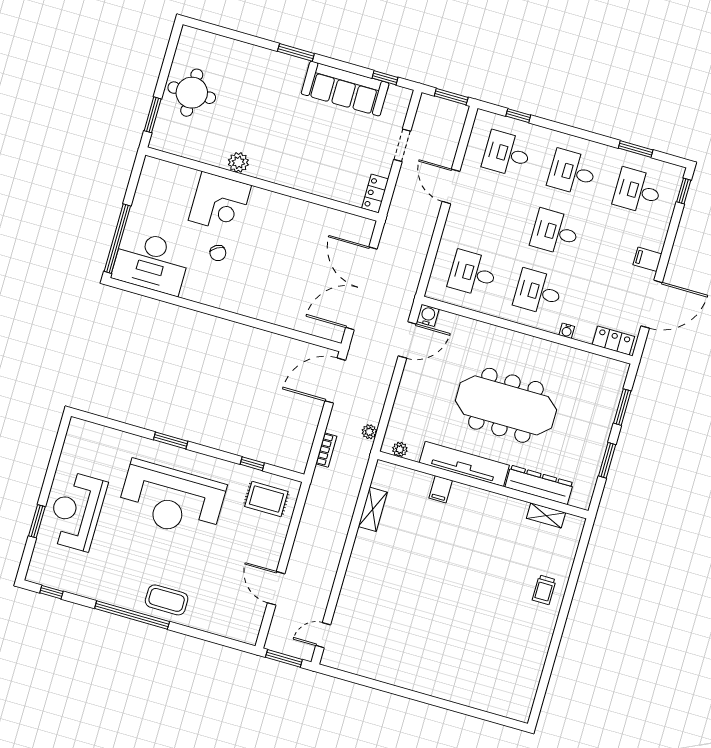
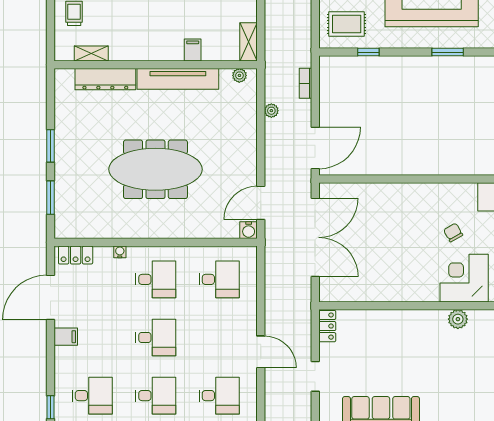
plant: (400, 449) -> (239, 75), moved
tv unit: (464, 464) -> (178, 79), moved
wall: (483, 485) -> (156, 65), moved
dresser: (539, 485) -> (105, 79), moved
filing cabinet: (441, 489) -> (193, 50), moved
shelving: (546, 515) -> (91, 54), moved

